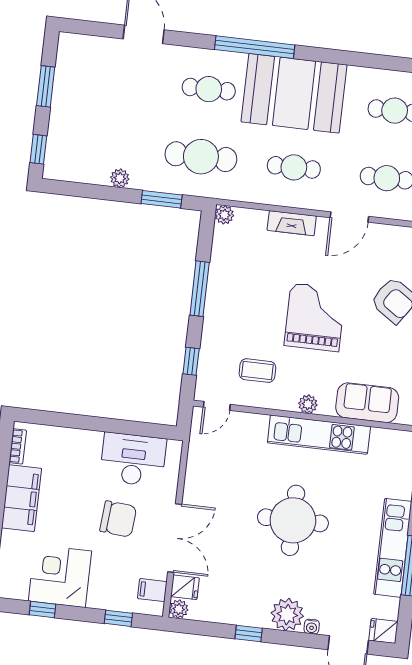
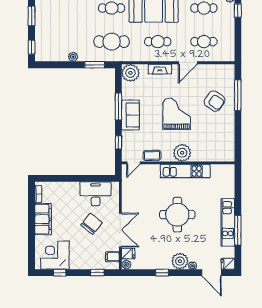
plant: (224, 215) -> (130, 73), width x1.87, depth x1.87
coffee table: (257, 371) -> (152, 155), moved
sofa: (367, 403) -> (130, 115), moved, turned 90
plant: (308, 404) -> (182, 153), width x1.87, depth x1.87
chair: (118, 519) -> (92, 224), turned -56
corner desk: (60, 576) -> (55, 255), moved

